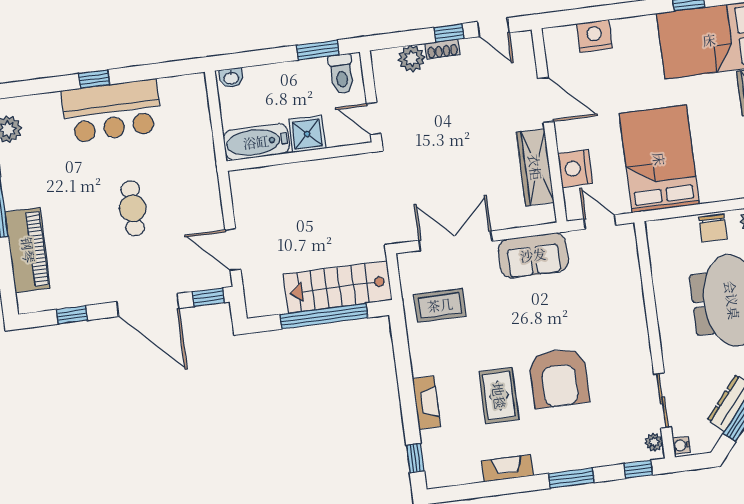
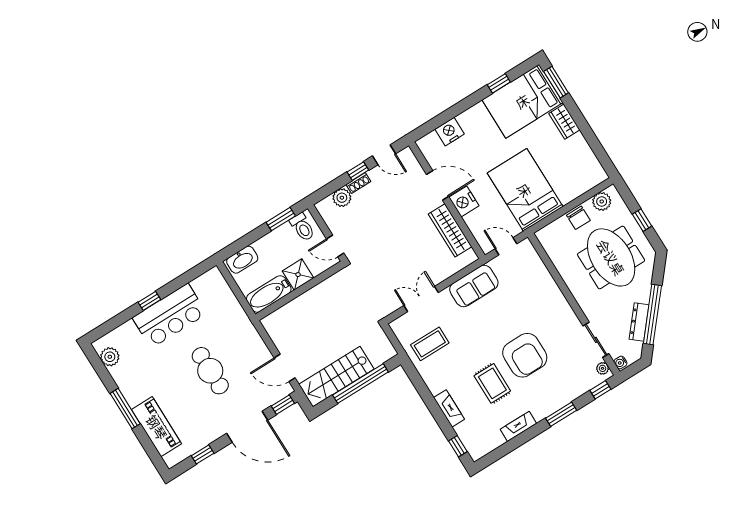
washbasin: (231, 78) -> (242, 260), width x1.91, depth x1.45
nightstand: (575, 168) -> (464, 202), moved
cafe table: (133, 208) -> (210, 371), width x1.37, depth x1.35
double door: (456, 241) -> (421, 299), width x0.73
stairs: (338, 287) -> (336, 377), moved

